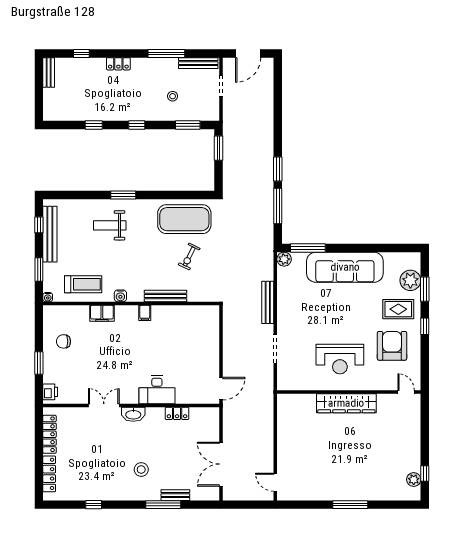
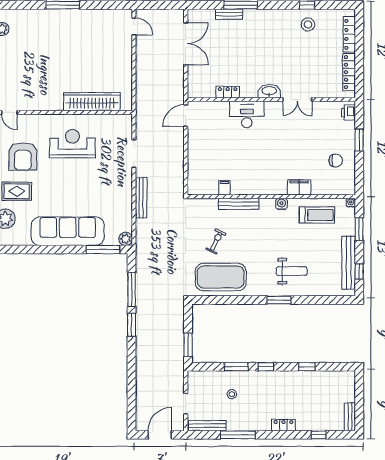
window: (188, 125) -> (236, 367), moved
treadmill: (83, 284) -> (317, 215), turned 180
filing cabinet: (145, 313) -> (224, 188), moved
wardrobe: (346, 403) -> (92, 102), moved
stool: (141, 470) -> (308, 24), moved

